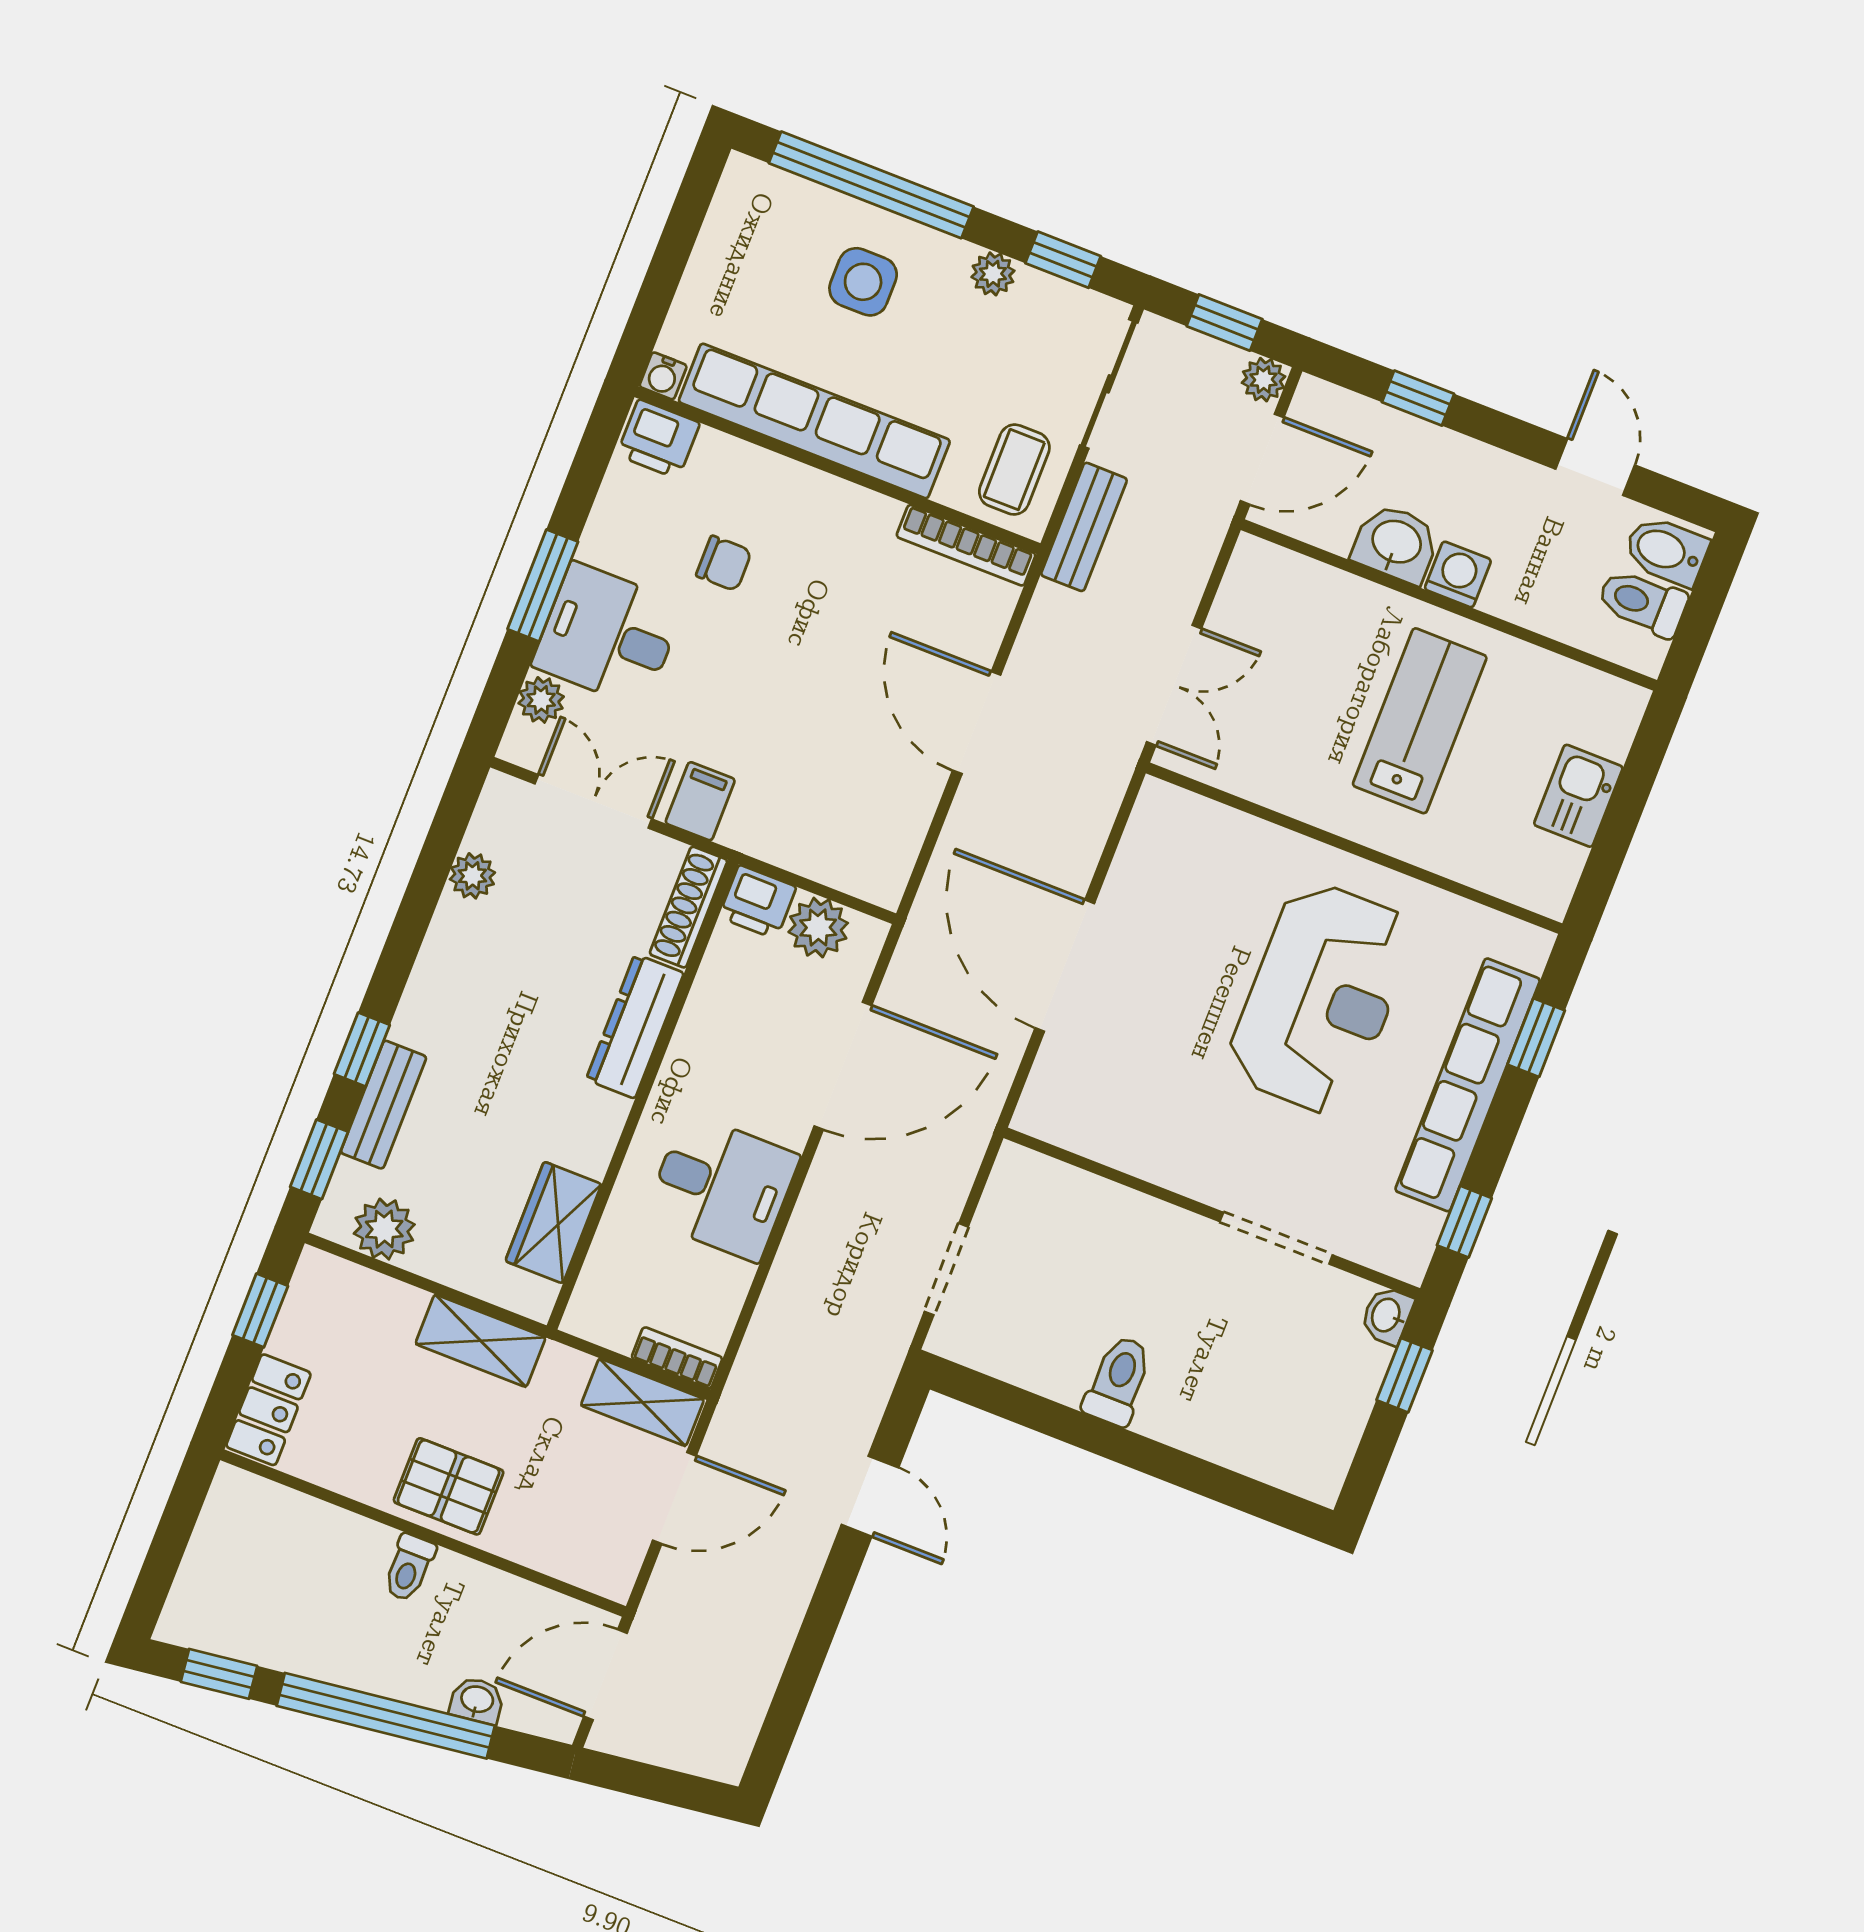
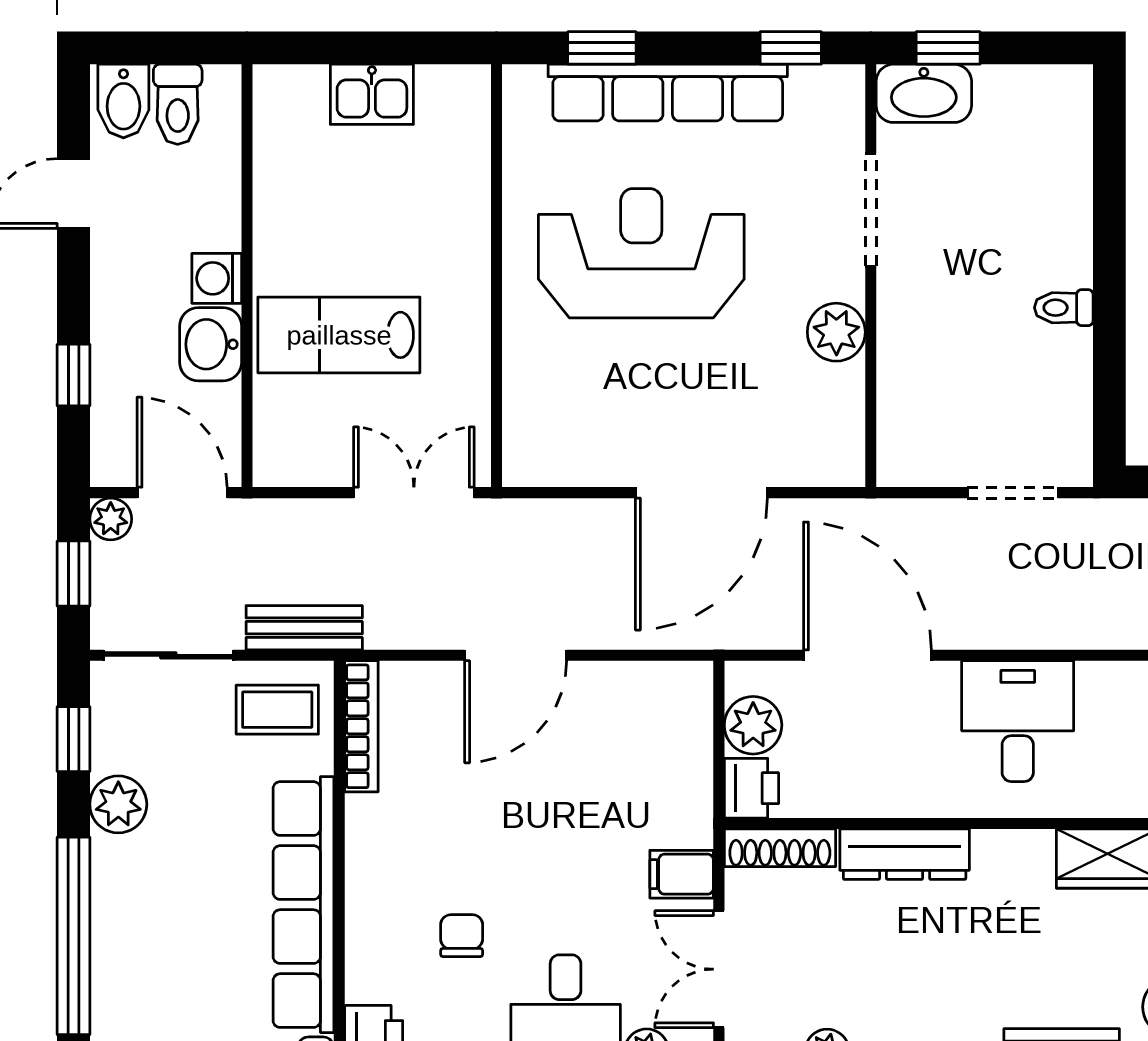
plant: (993, 274) -> (118, 804), width x1.38, depth x1.38
side table: (863, 282) -> (163, 909), removed
lab bench: (1420, 721) -> (339, 335), moved
plant: (1170, 1158) -> (836, 332), added
washbasin: (1387, 1315) -> (924, 93), width x1.91, depth x1.45
toilet: (1118, 1381) -> (1064, 308), width x0.73, depth x0.72

